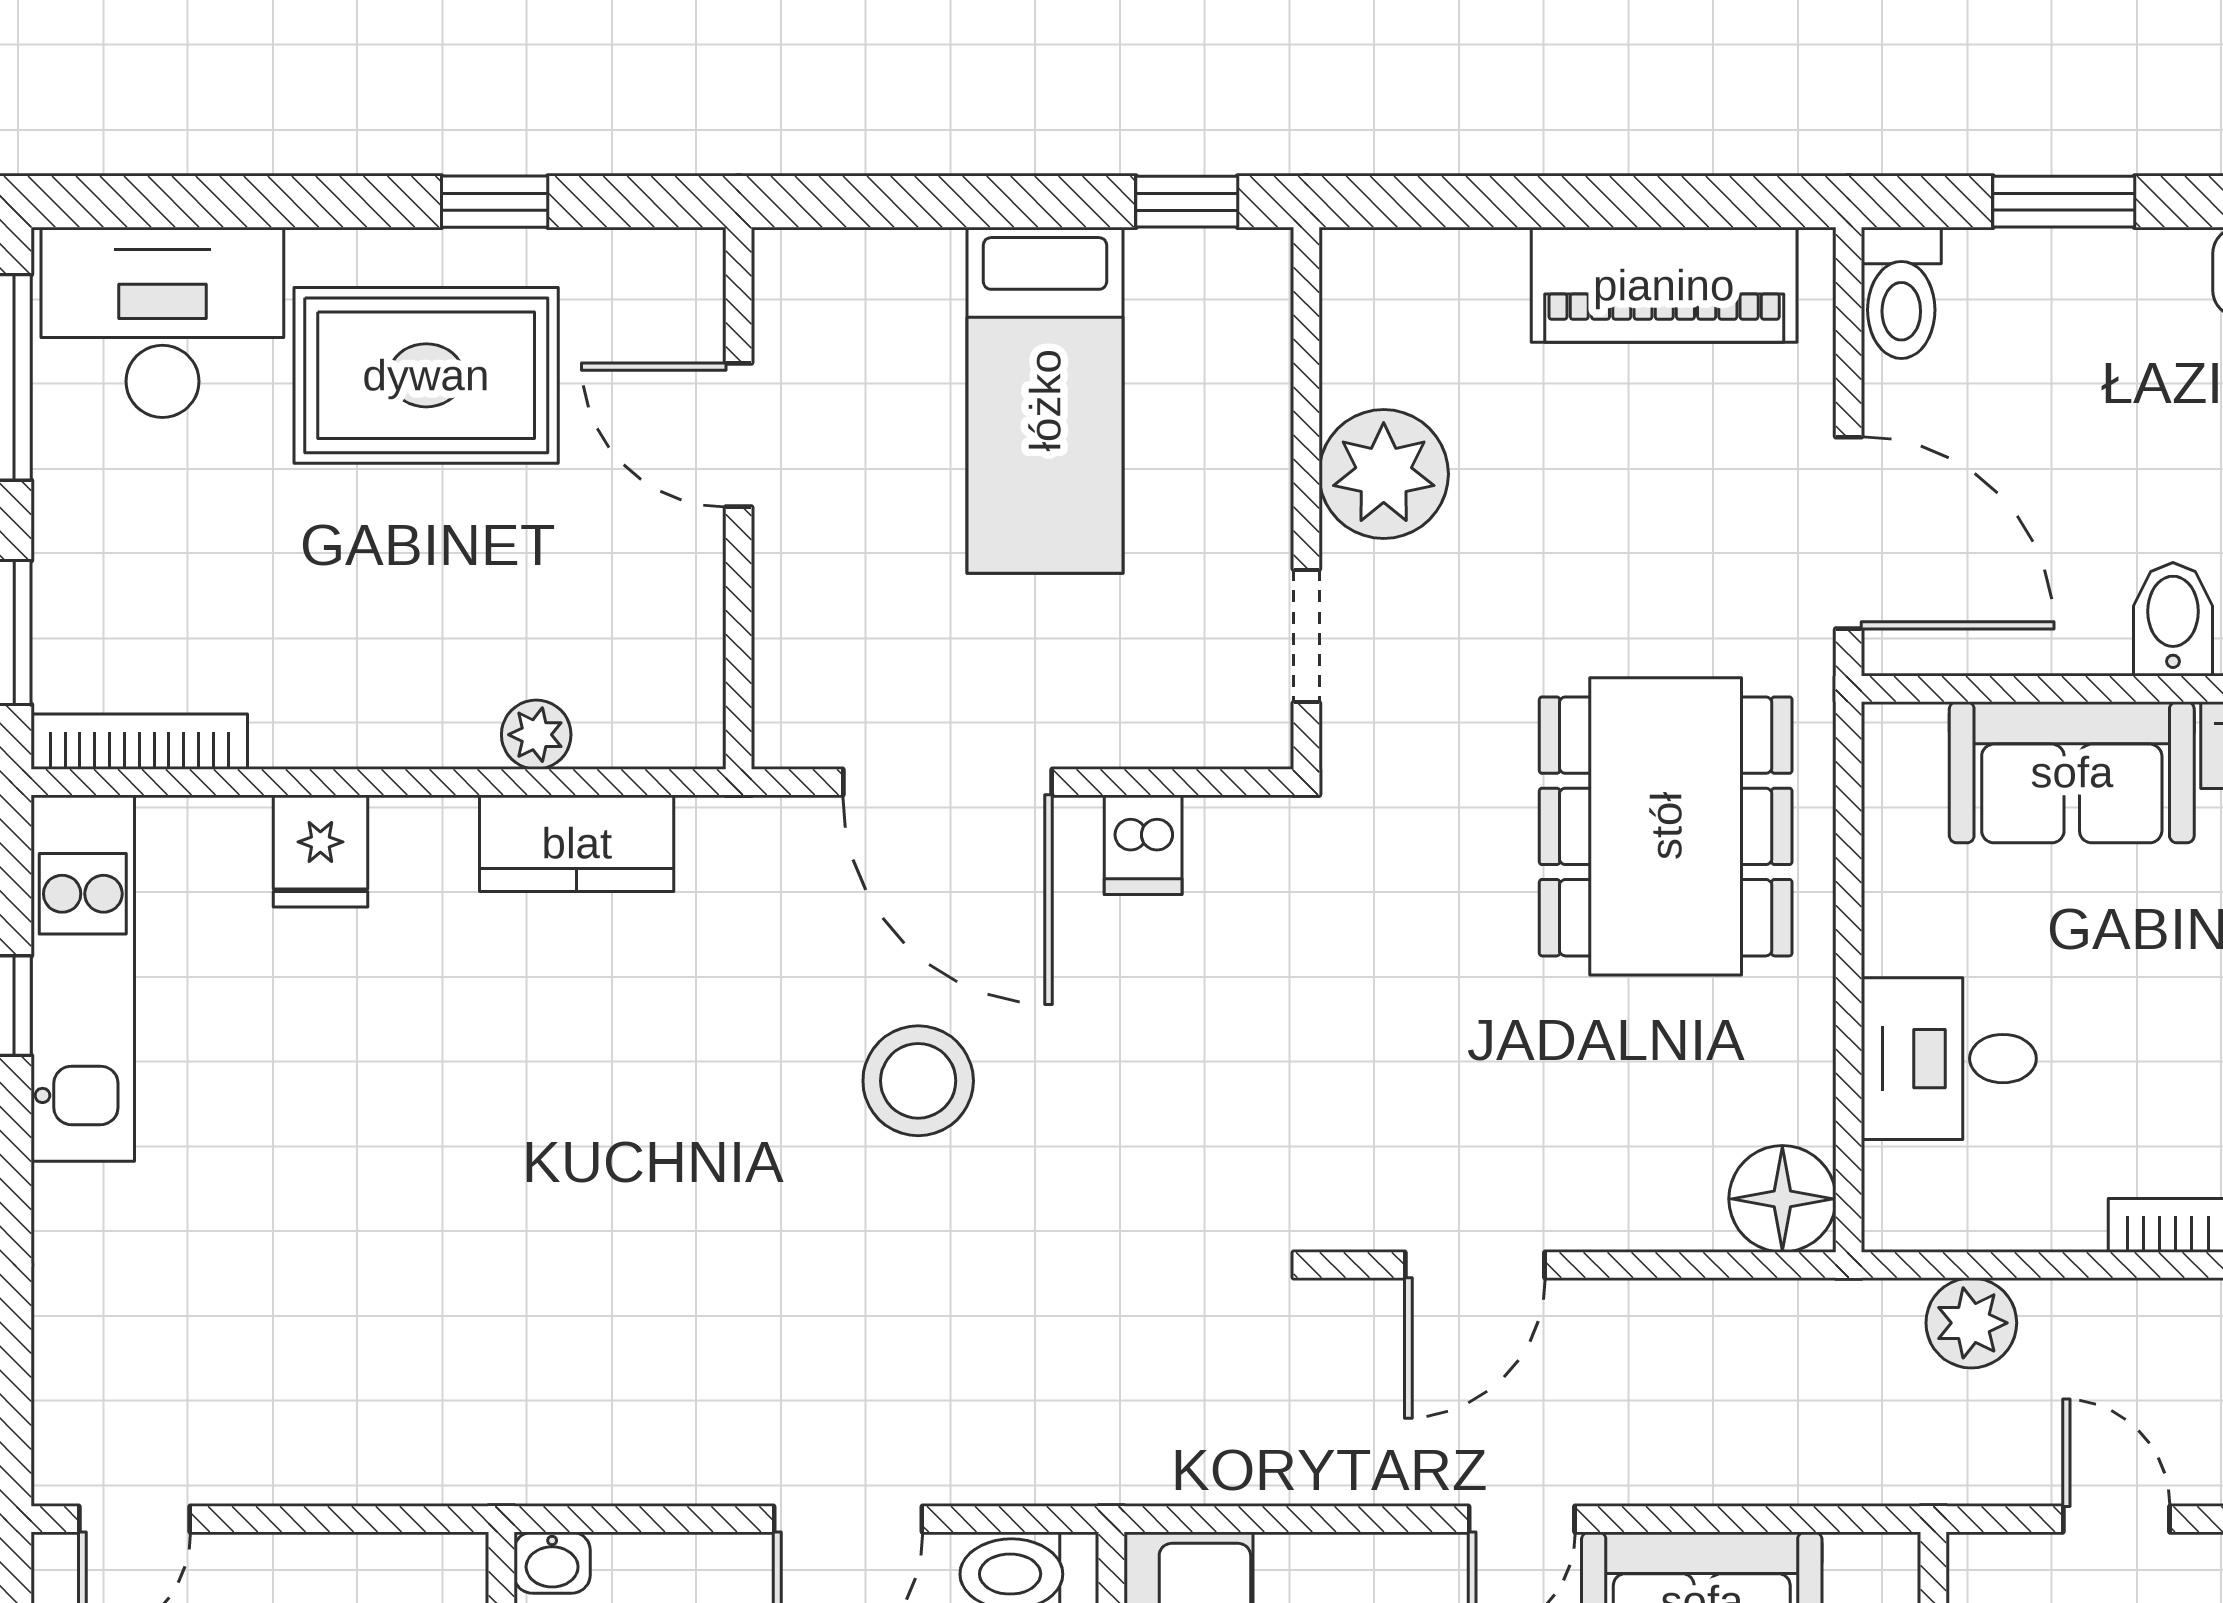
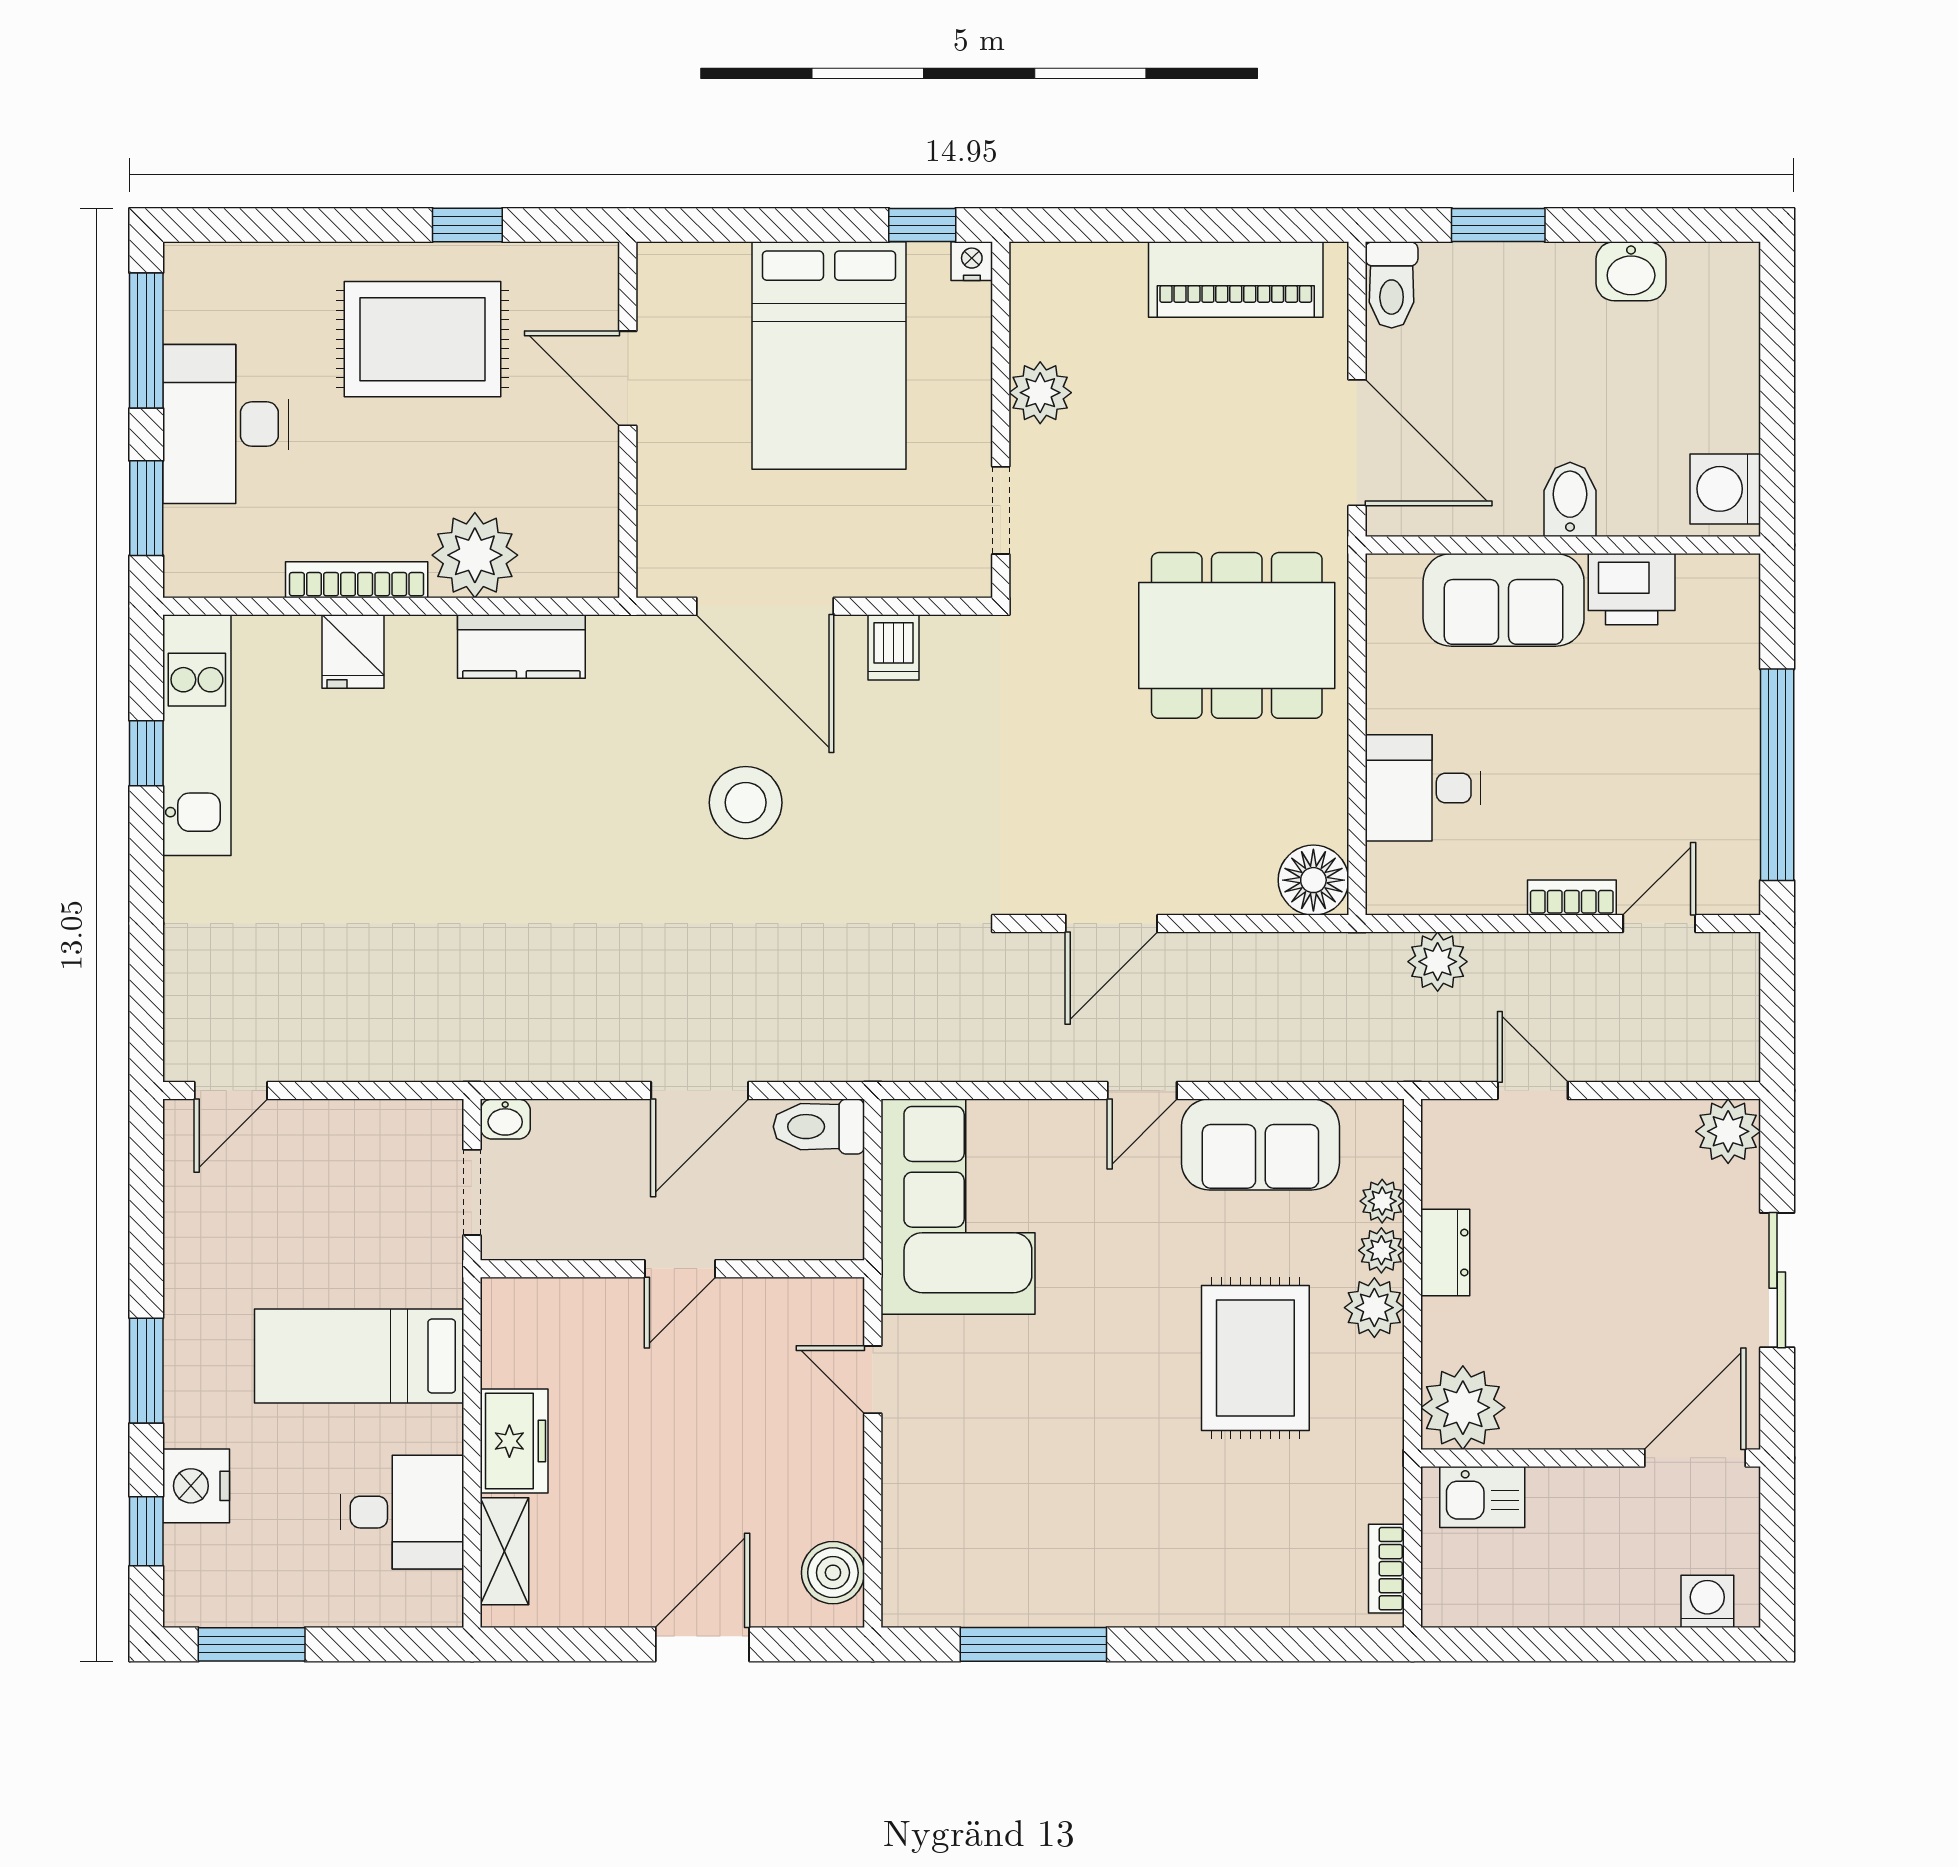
nightstand: (1262, 257) -> (972, 261), added
desk: (162, 322) -> (226, 424), moved, turned -90
bed: (1045, 400) -> (829, 356), width x1.50
plant: (1384, 474) -> (1040, 393), width x0.73, depth x0.73
plant: (536, 735) -> (475, 555), width x1.88, depth x1.88
bookcase: (139, 742) -> (357, 580), moved
dining table: (1666, 826) -> (1237, 635), turned 90

